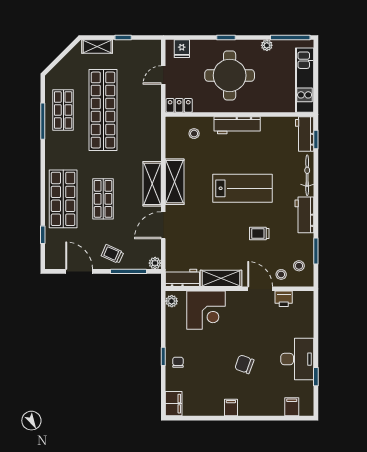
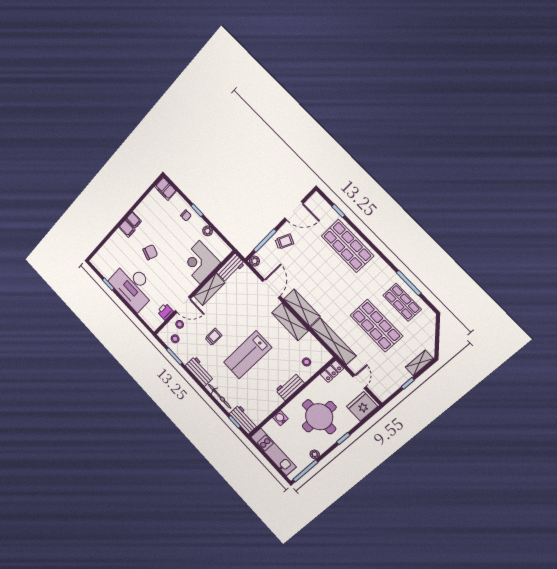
fridge: (182, 49) -> (362, 406), width x1.88, depth x1.34
water cooler: (267, 105) -> (280, 418), added
shop shelf: (103, 110) -> (376, 326), width x0.71
workbench: (237, 125) -> (290, 387), width x0.73
shelving: (153, 130) -> (333, 341), added
shop shelf: (103, 199) -> (323, 270), removed
plant: (172, 301) -> (208, 231), moved
desk: (297, 359) -> (133, 286), width x1.36, depth x1.30
filing cabinet: (292, 407) -> (127, 228), moved

